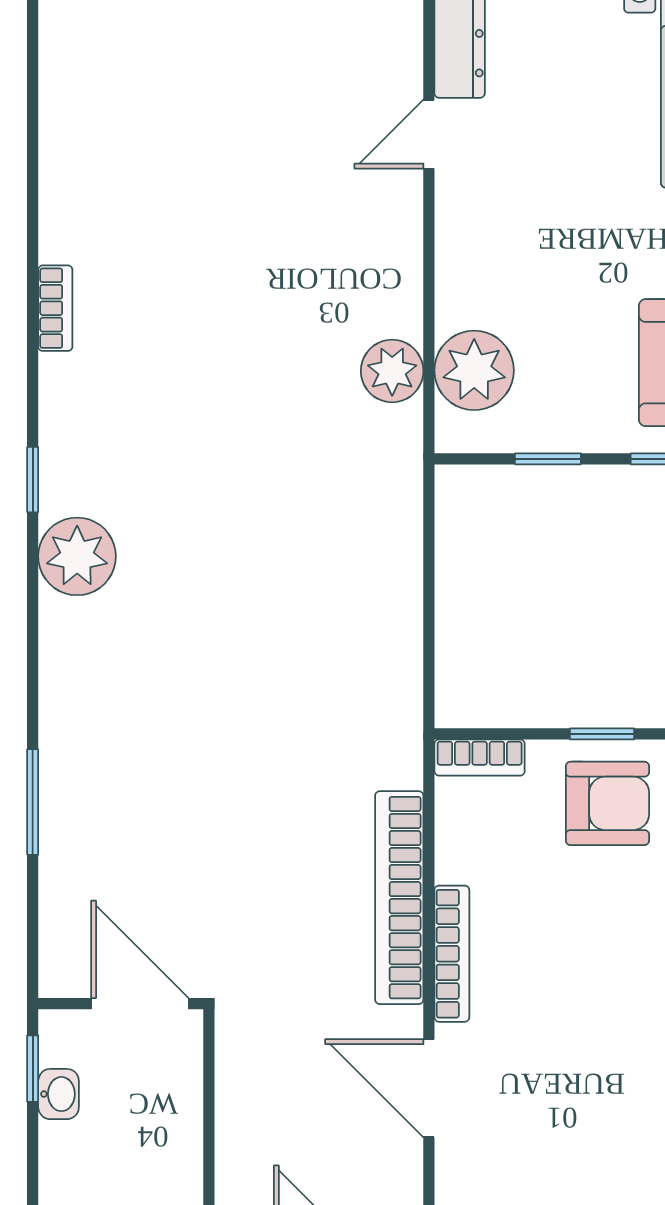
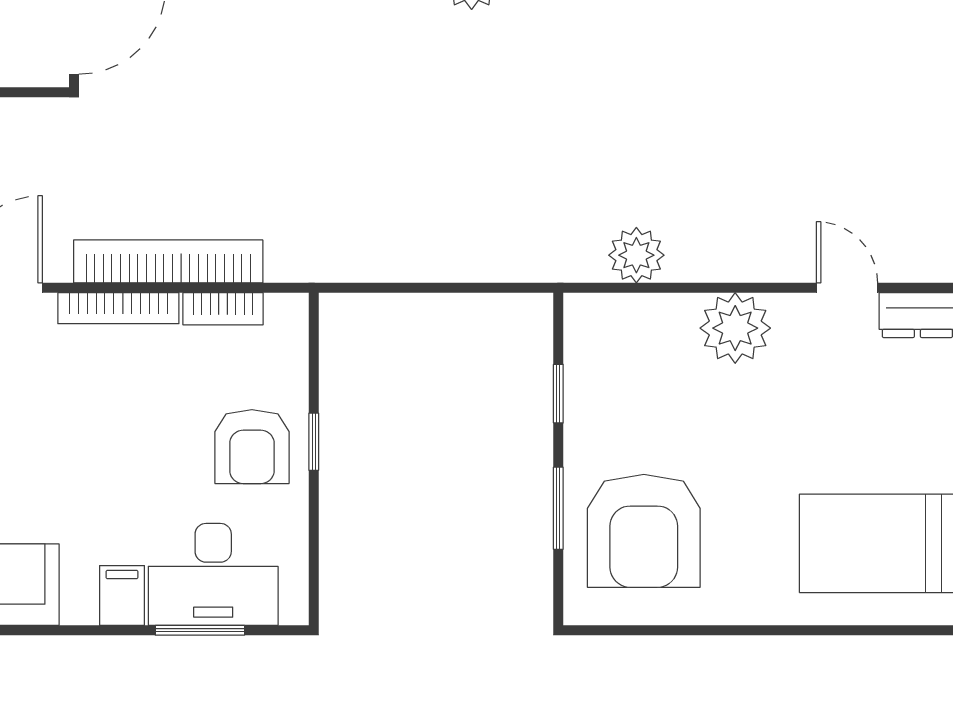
plant: (474, 370) -> (735, 328), moved
bookcase: (480, 758) -> (223, 309), moved, turned -90

